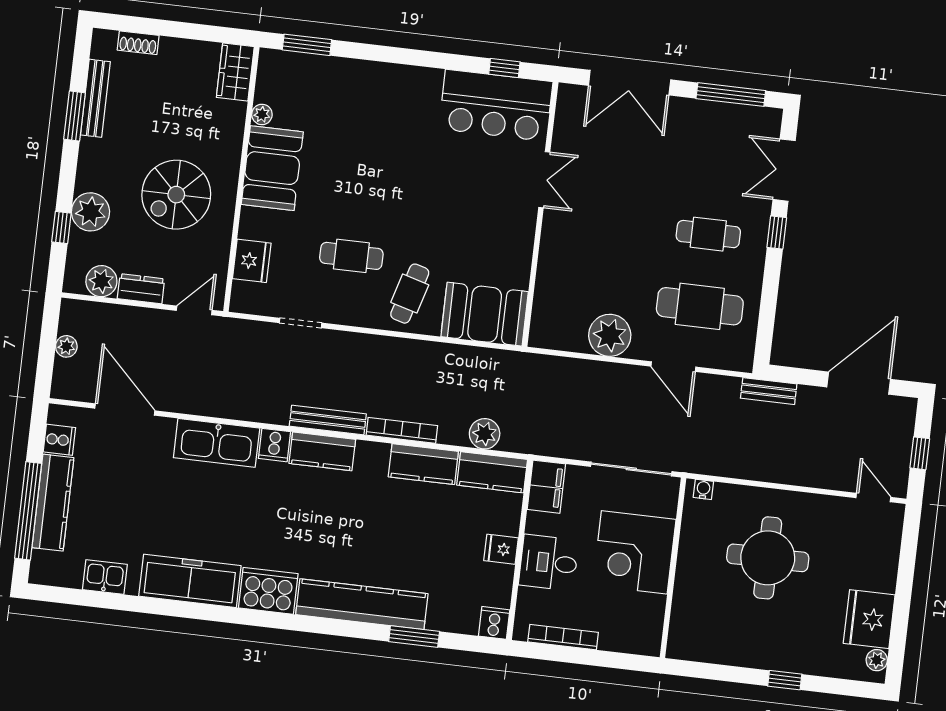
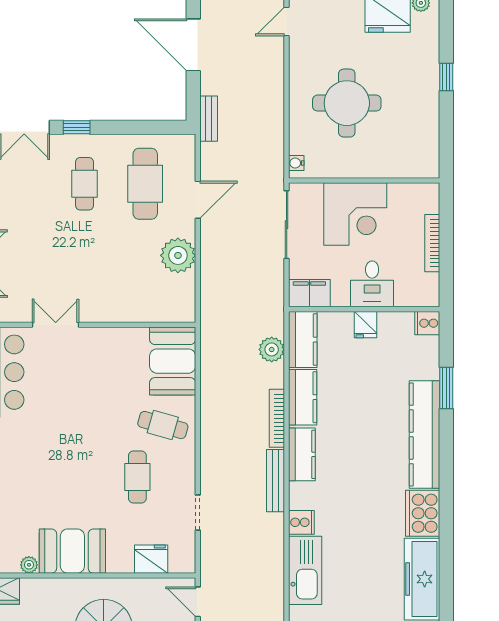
kitchen counter: (322, 451) -> (302, 454), moved
bookcase: (563, 637) -> (432, 243), moved

